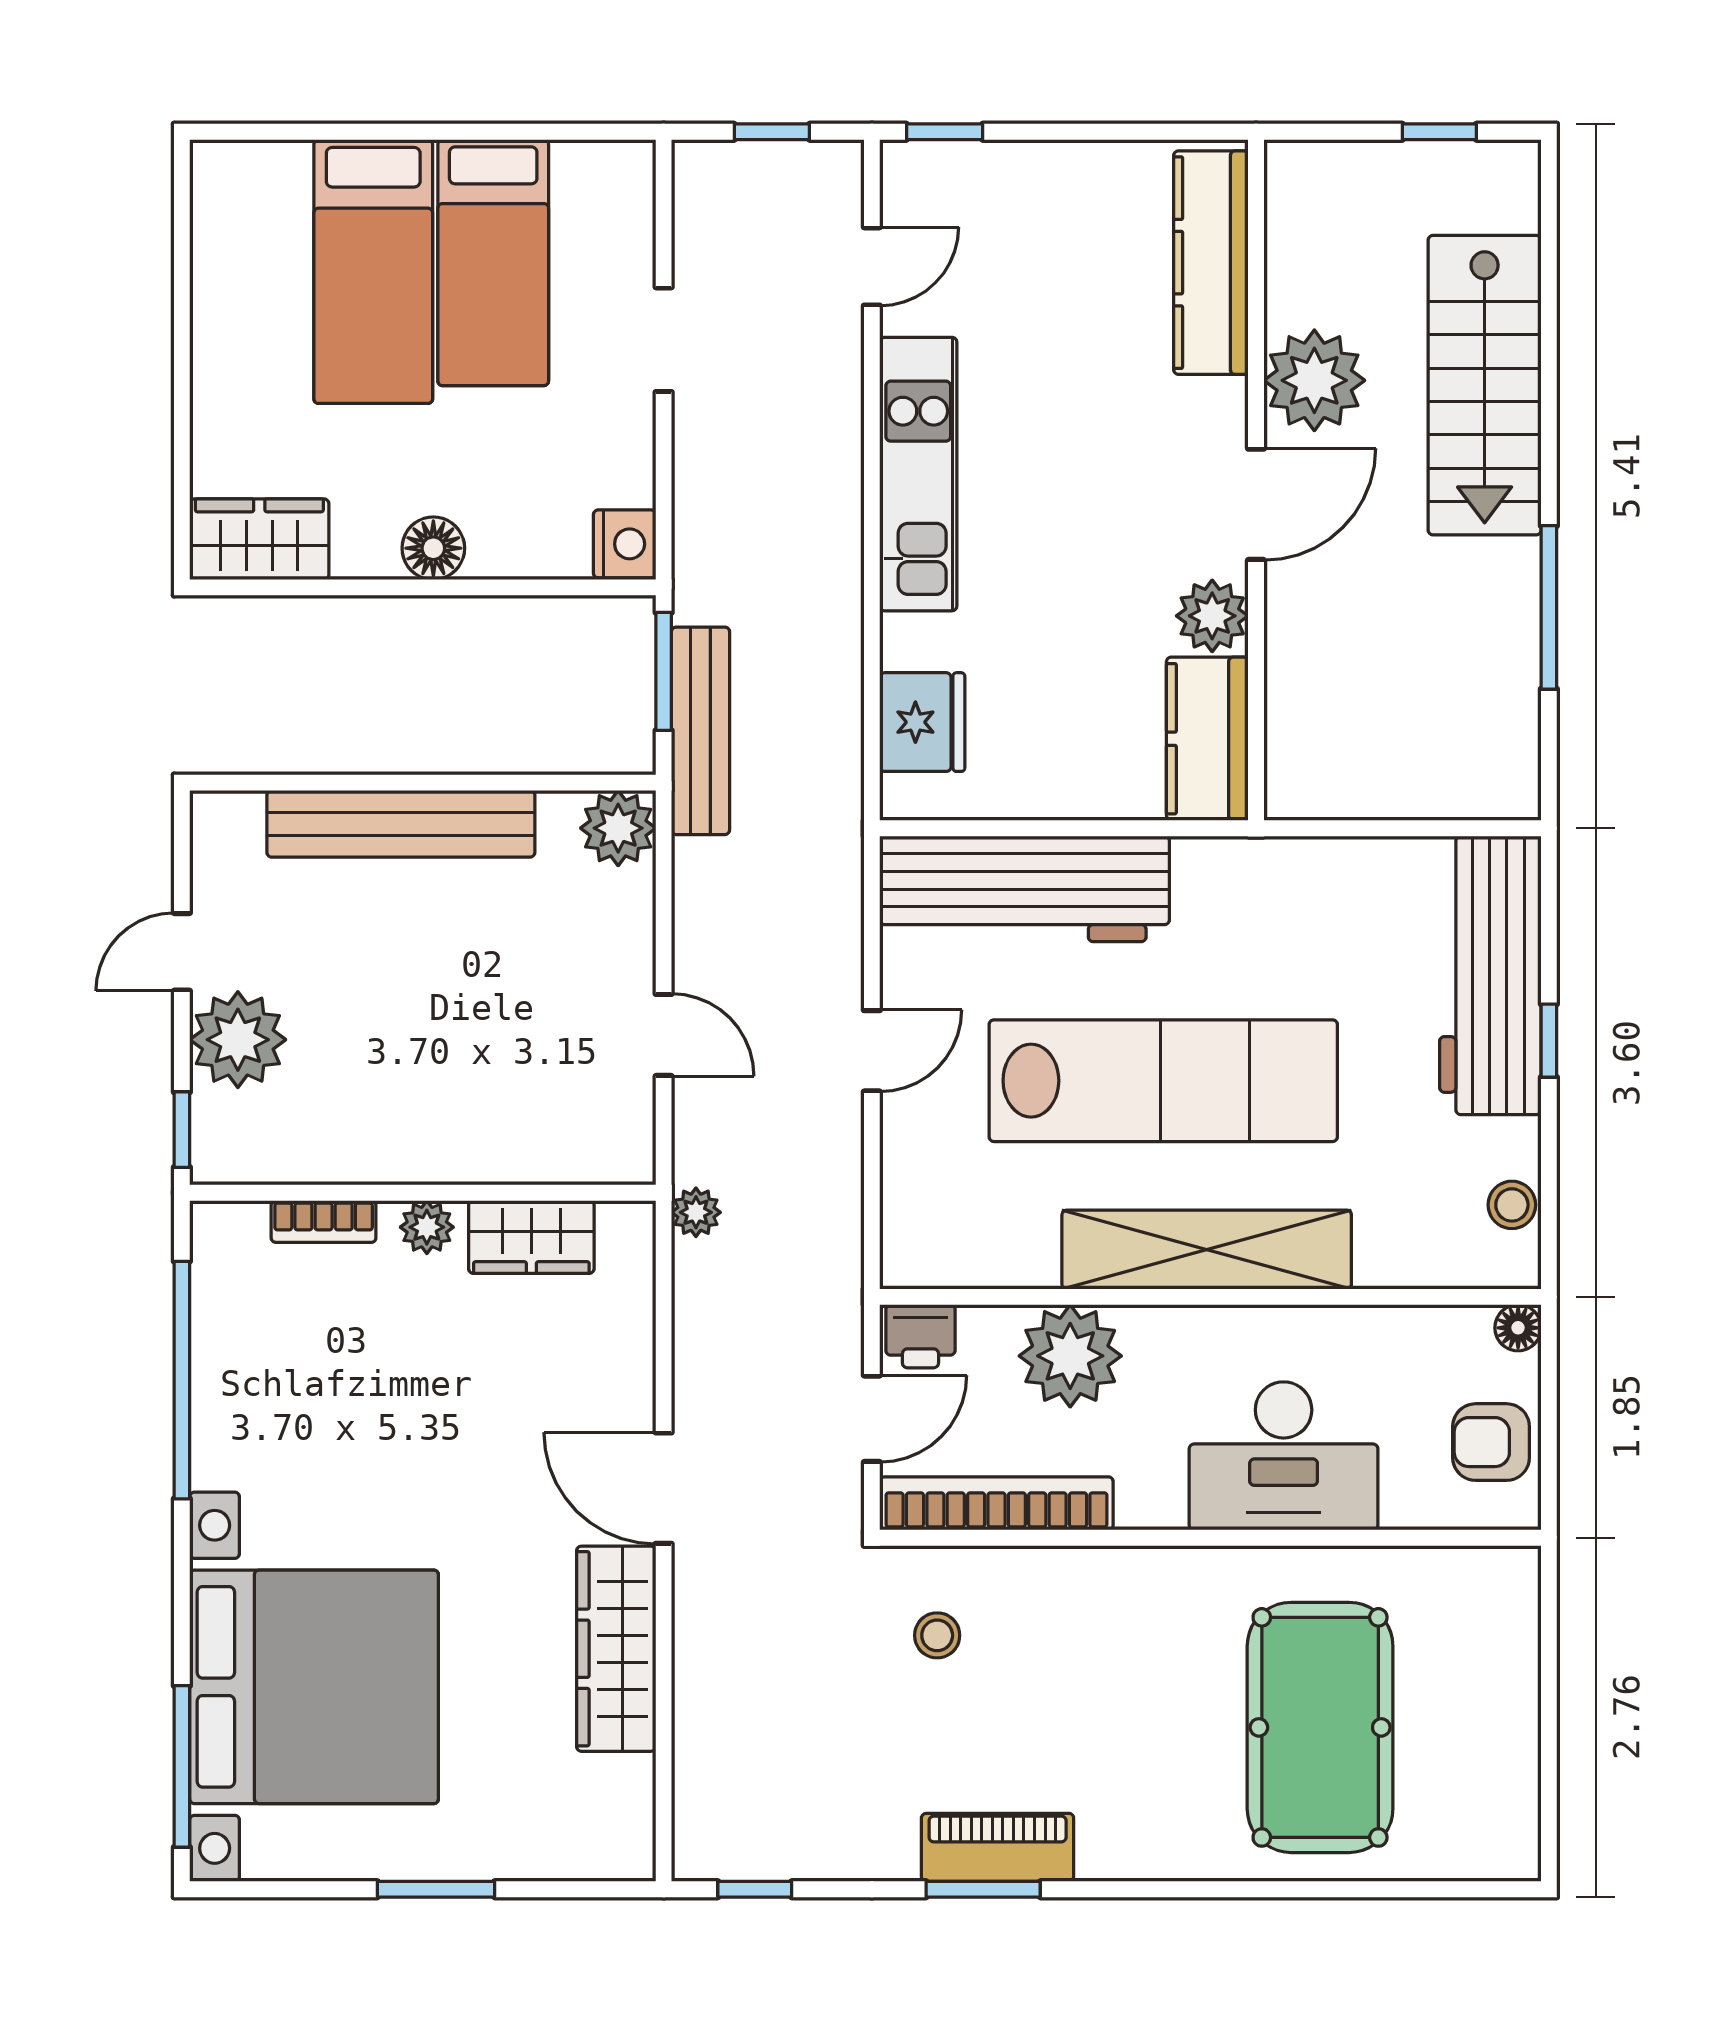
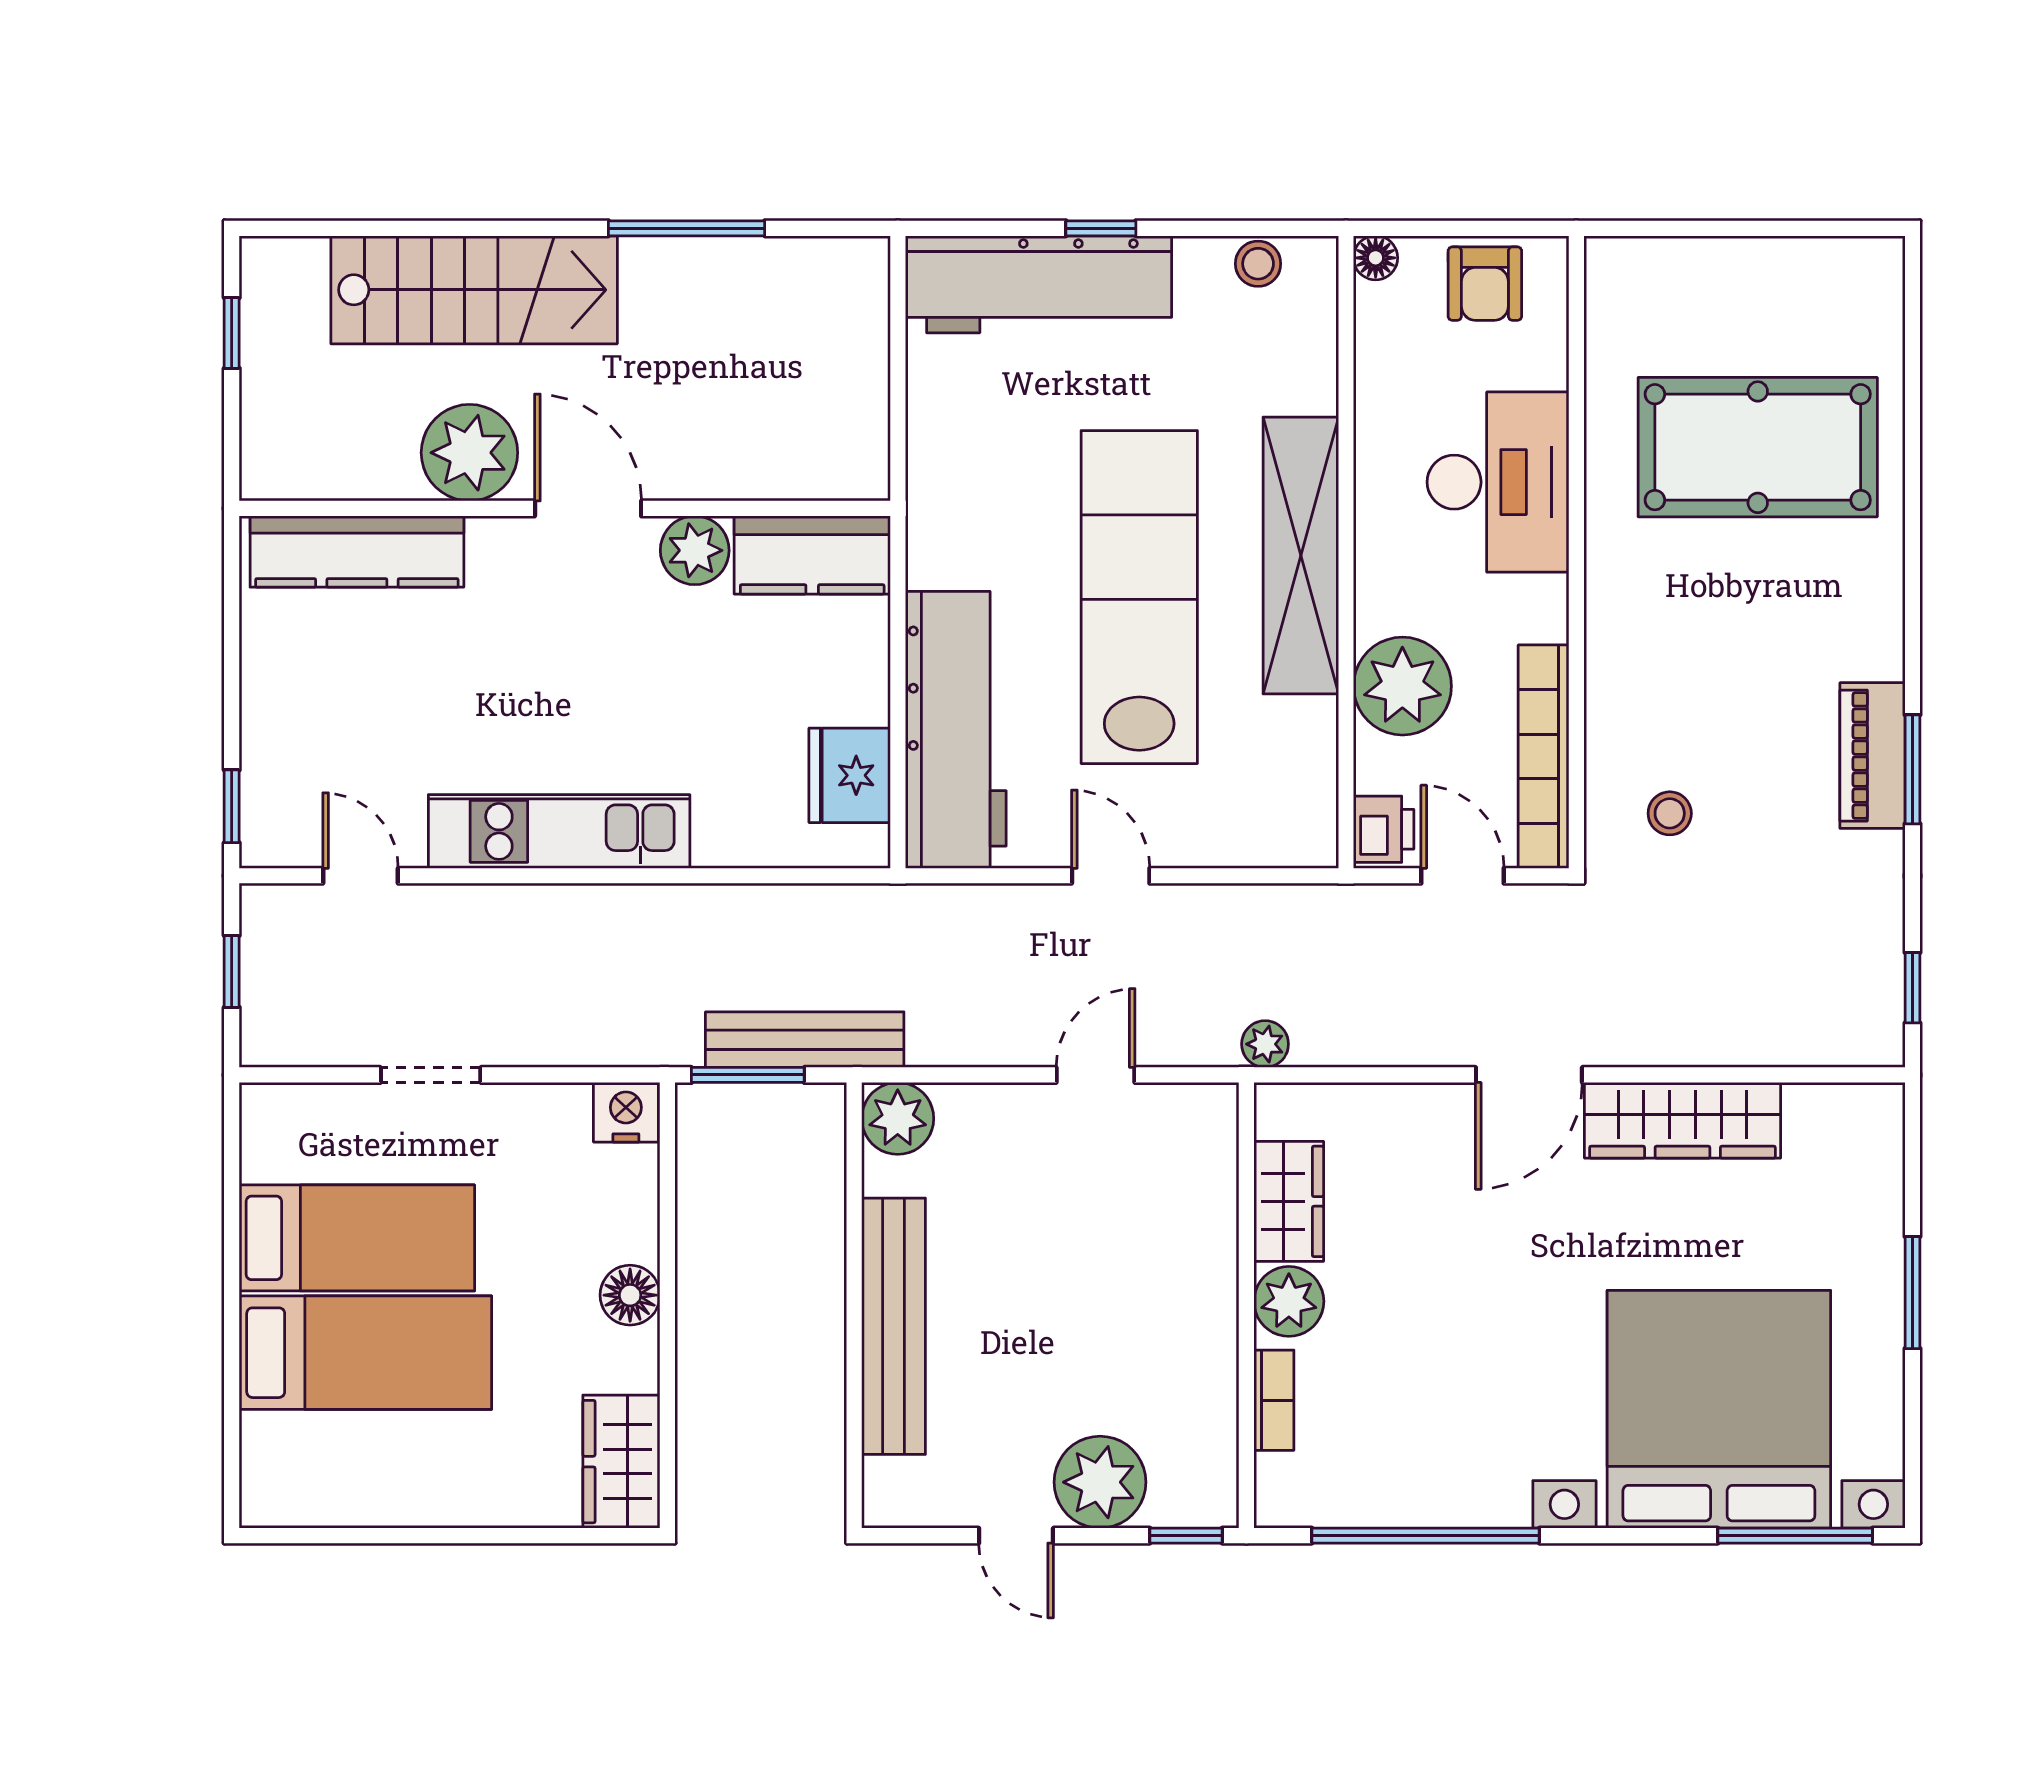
fridge: (922, 722) -> (850, 775), moved, turned -90
plant: (427, 1227) -> (1289, 1301), width x1.38, depth x1.38

